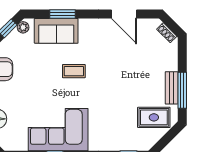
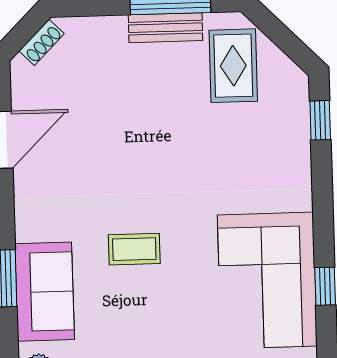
coffee table: (74, 71) -> (134, 249), turned 90

